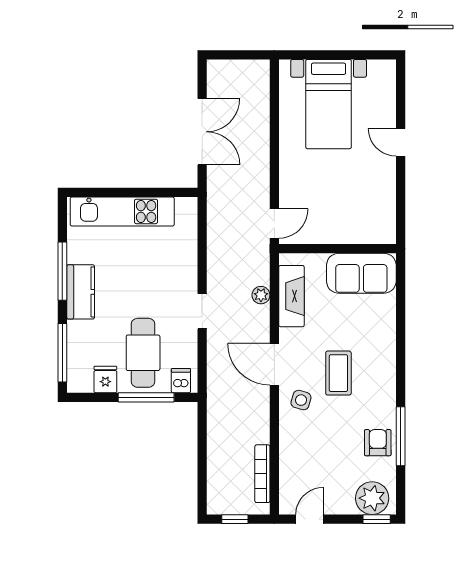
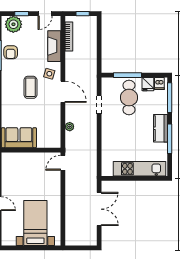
double door: (202, 132) -> (99, 209), swing flipped
fireplace: (291, 296) -> (54, 46), moved
doorway: (202, 311) -> (99, 105), moved
dishwasher: (181, 381) -> (159, 83), moved
window: (377, 519) -> (22, 14), moved

